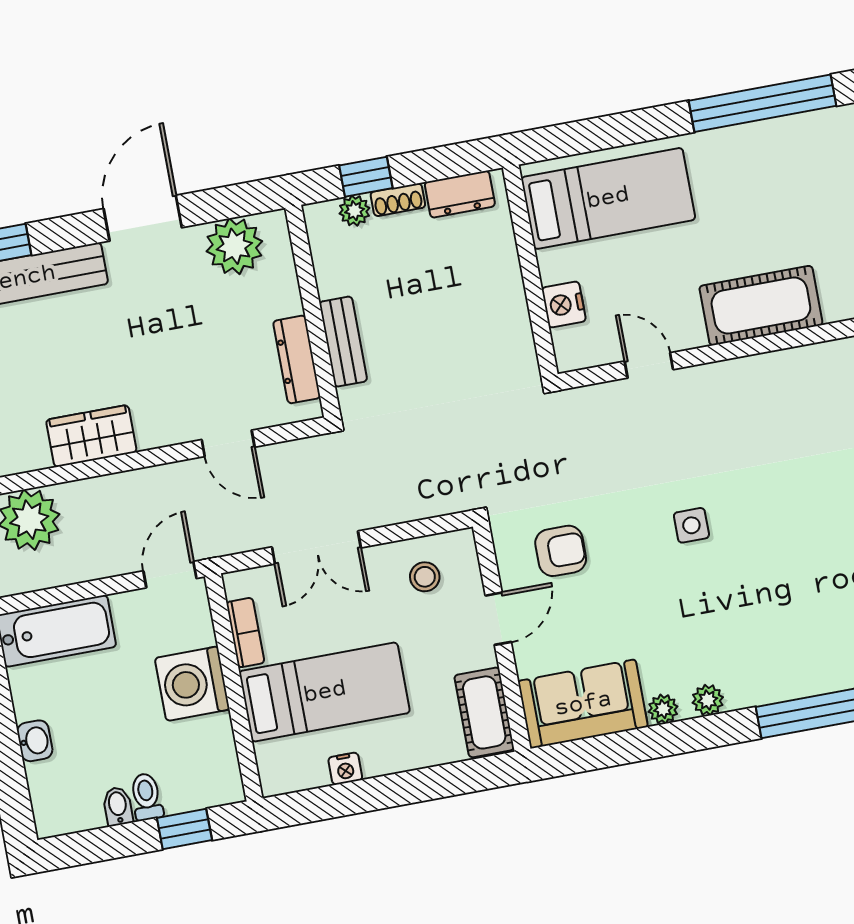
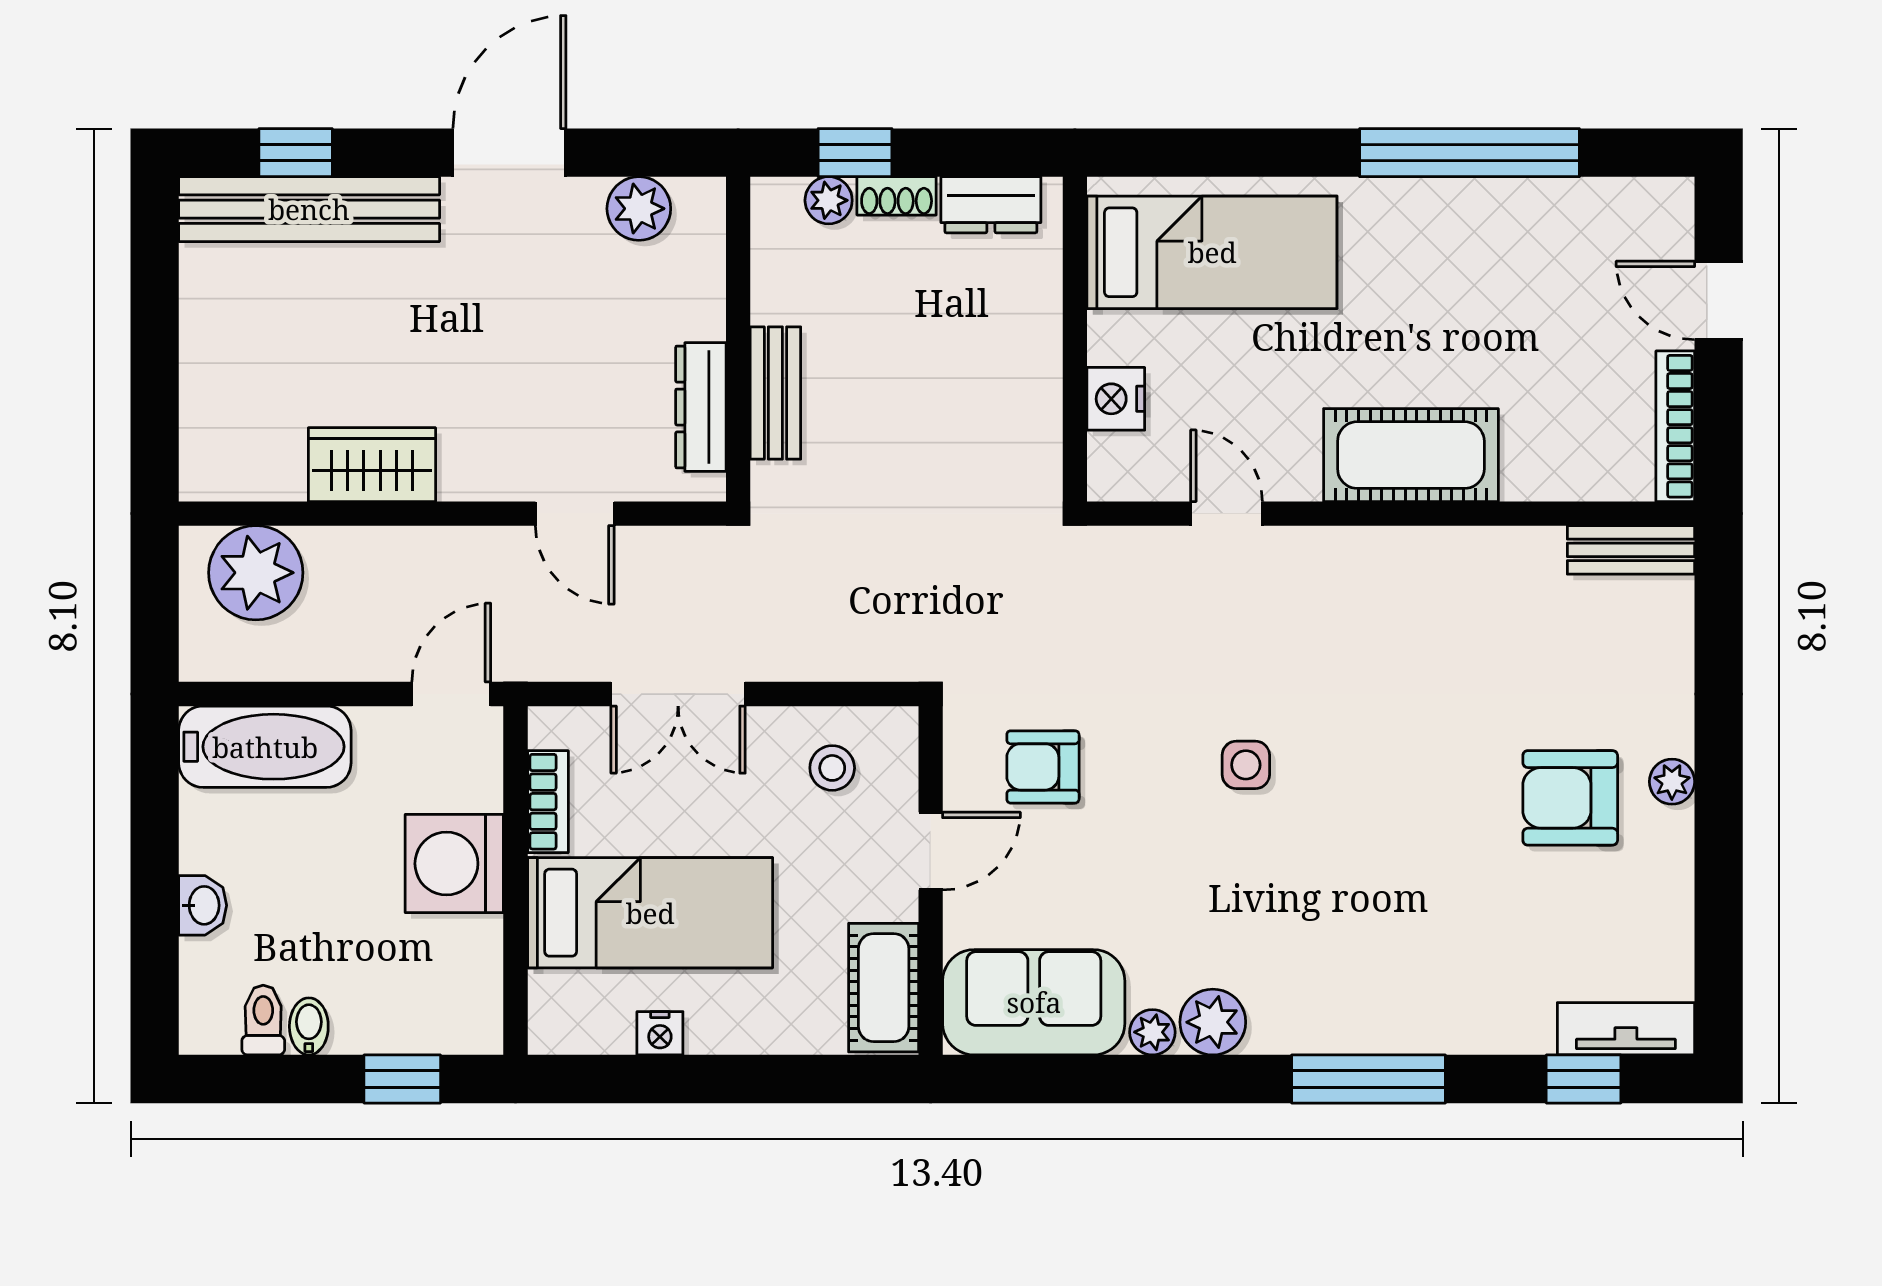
plant: (234, 246) -> (639, 209), width x0.73, depth x0.73
armchair: (561, 551) -> (1043, 767), turned 180
plant: (708, 700) -> (1213, 1022), width x1.38, depth x1.38
toilet: (146, 797) -> (263, 1020), moved

